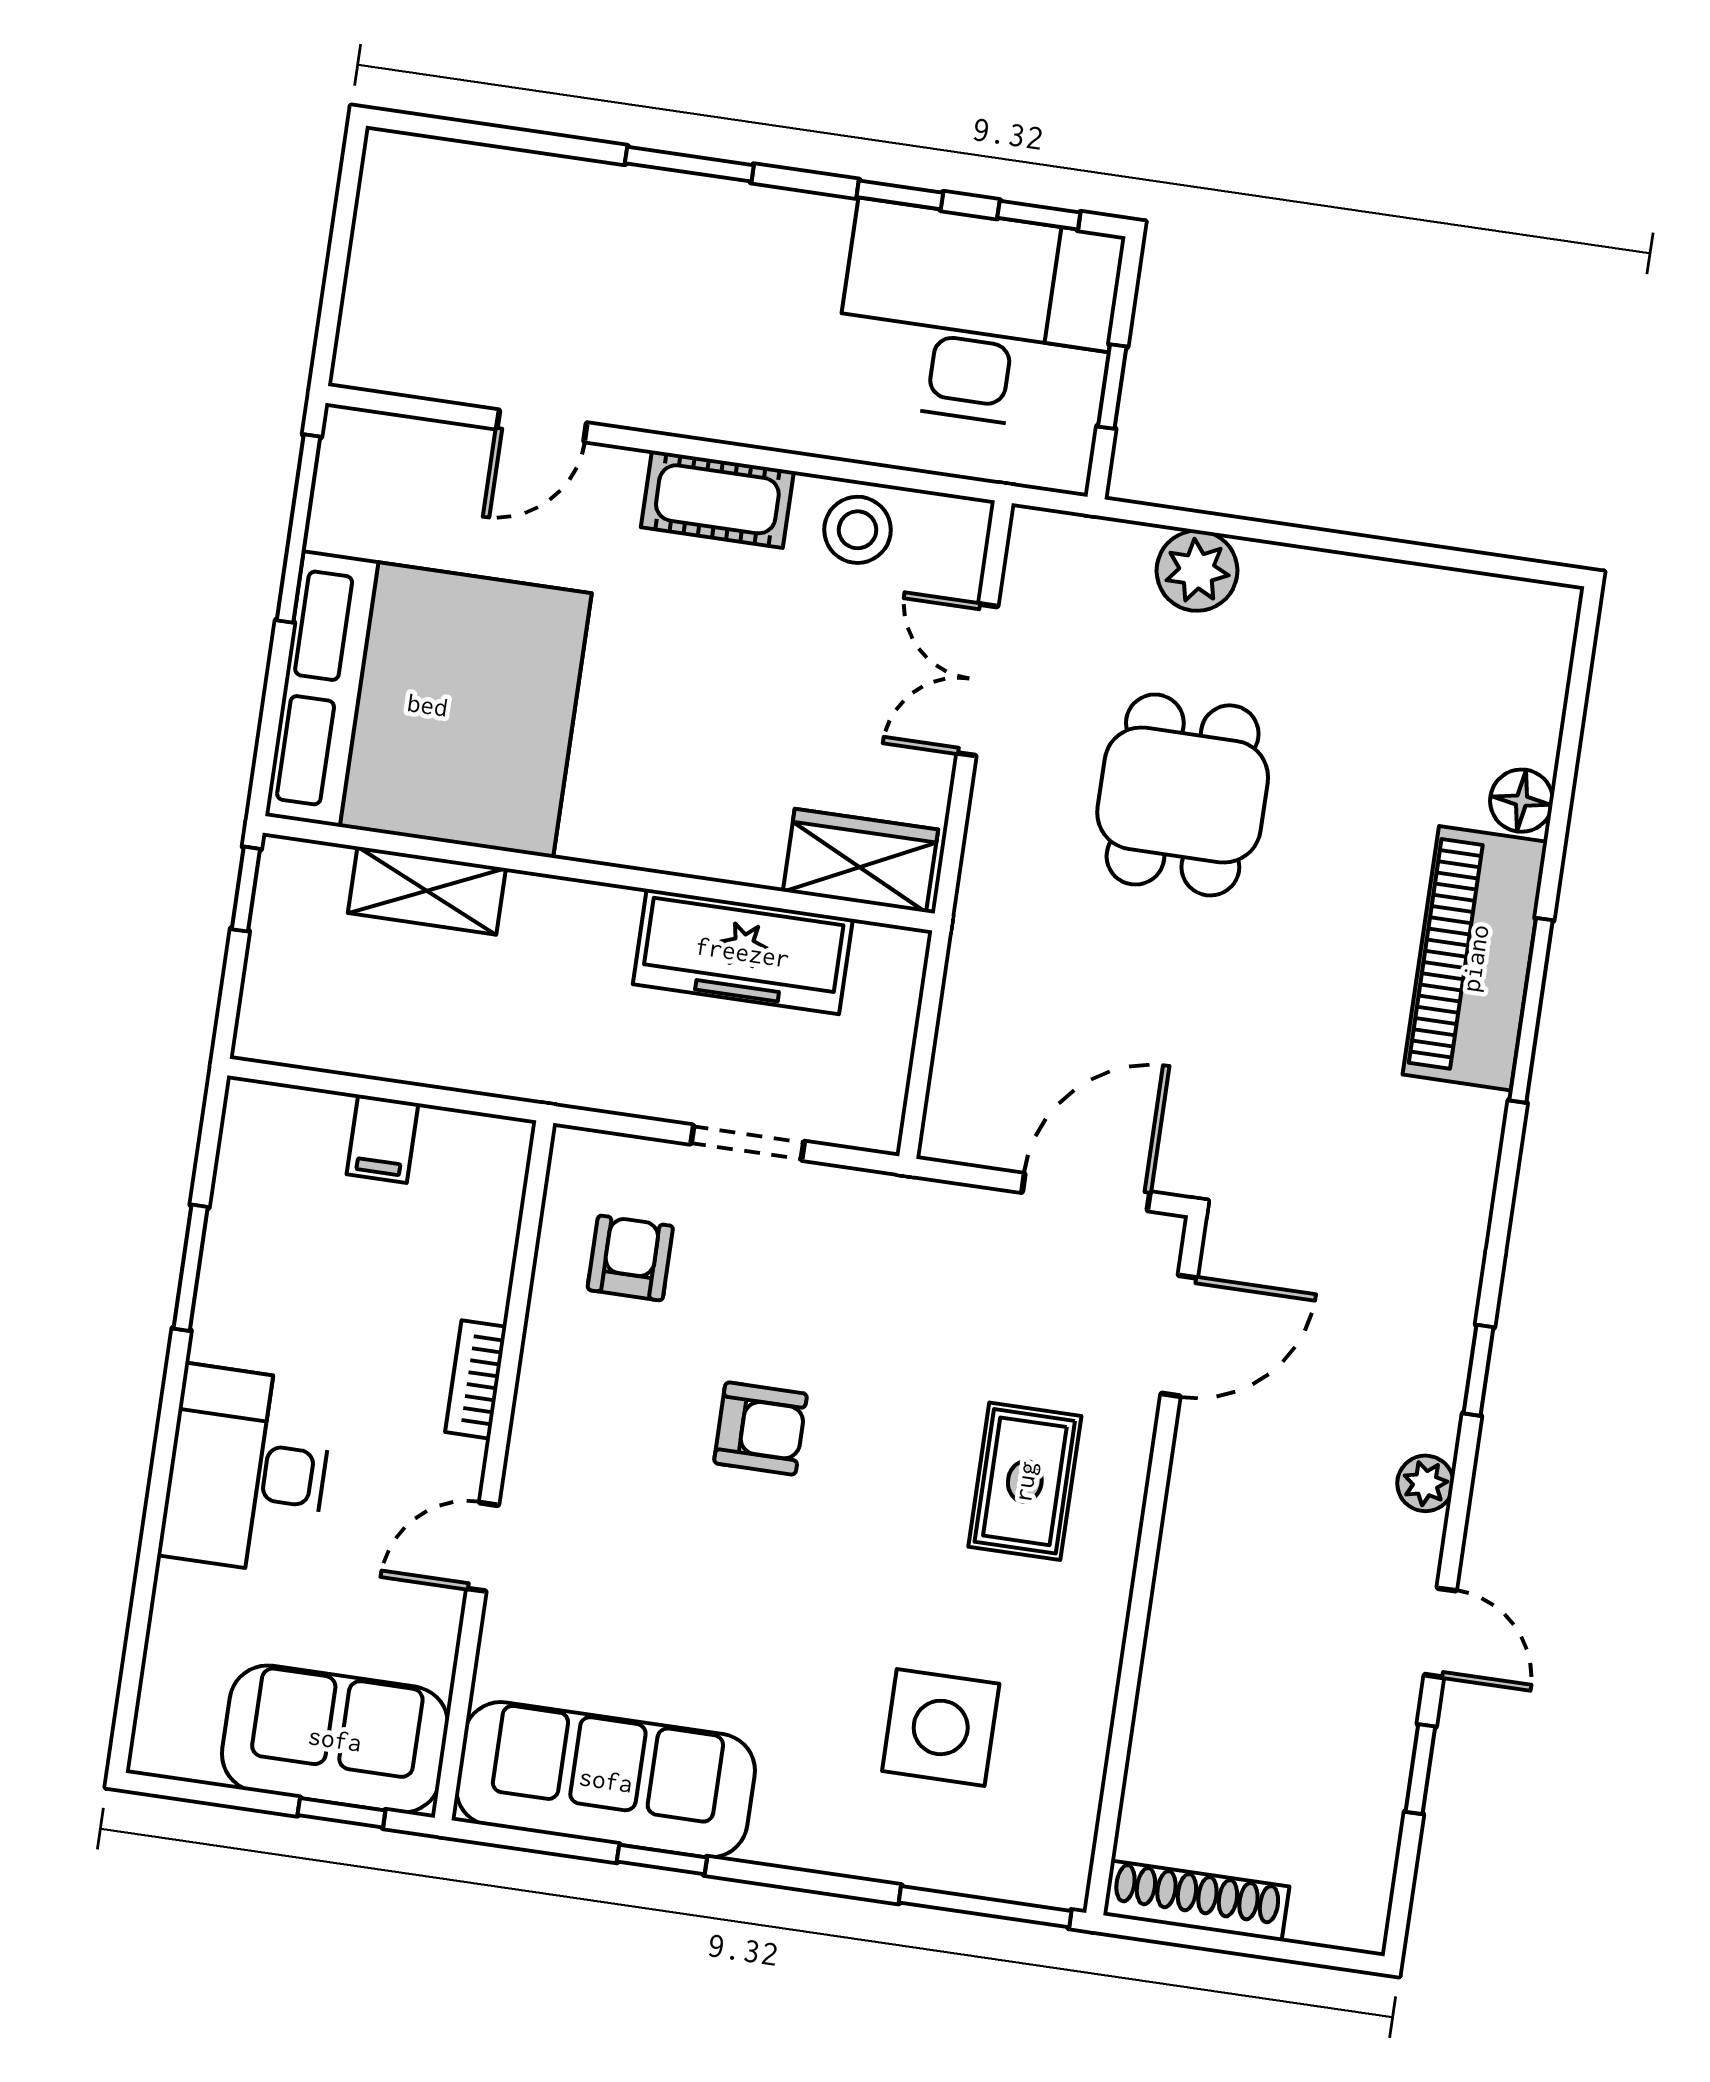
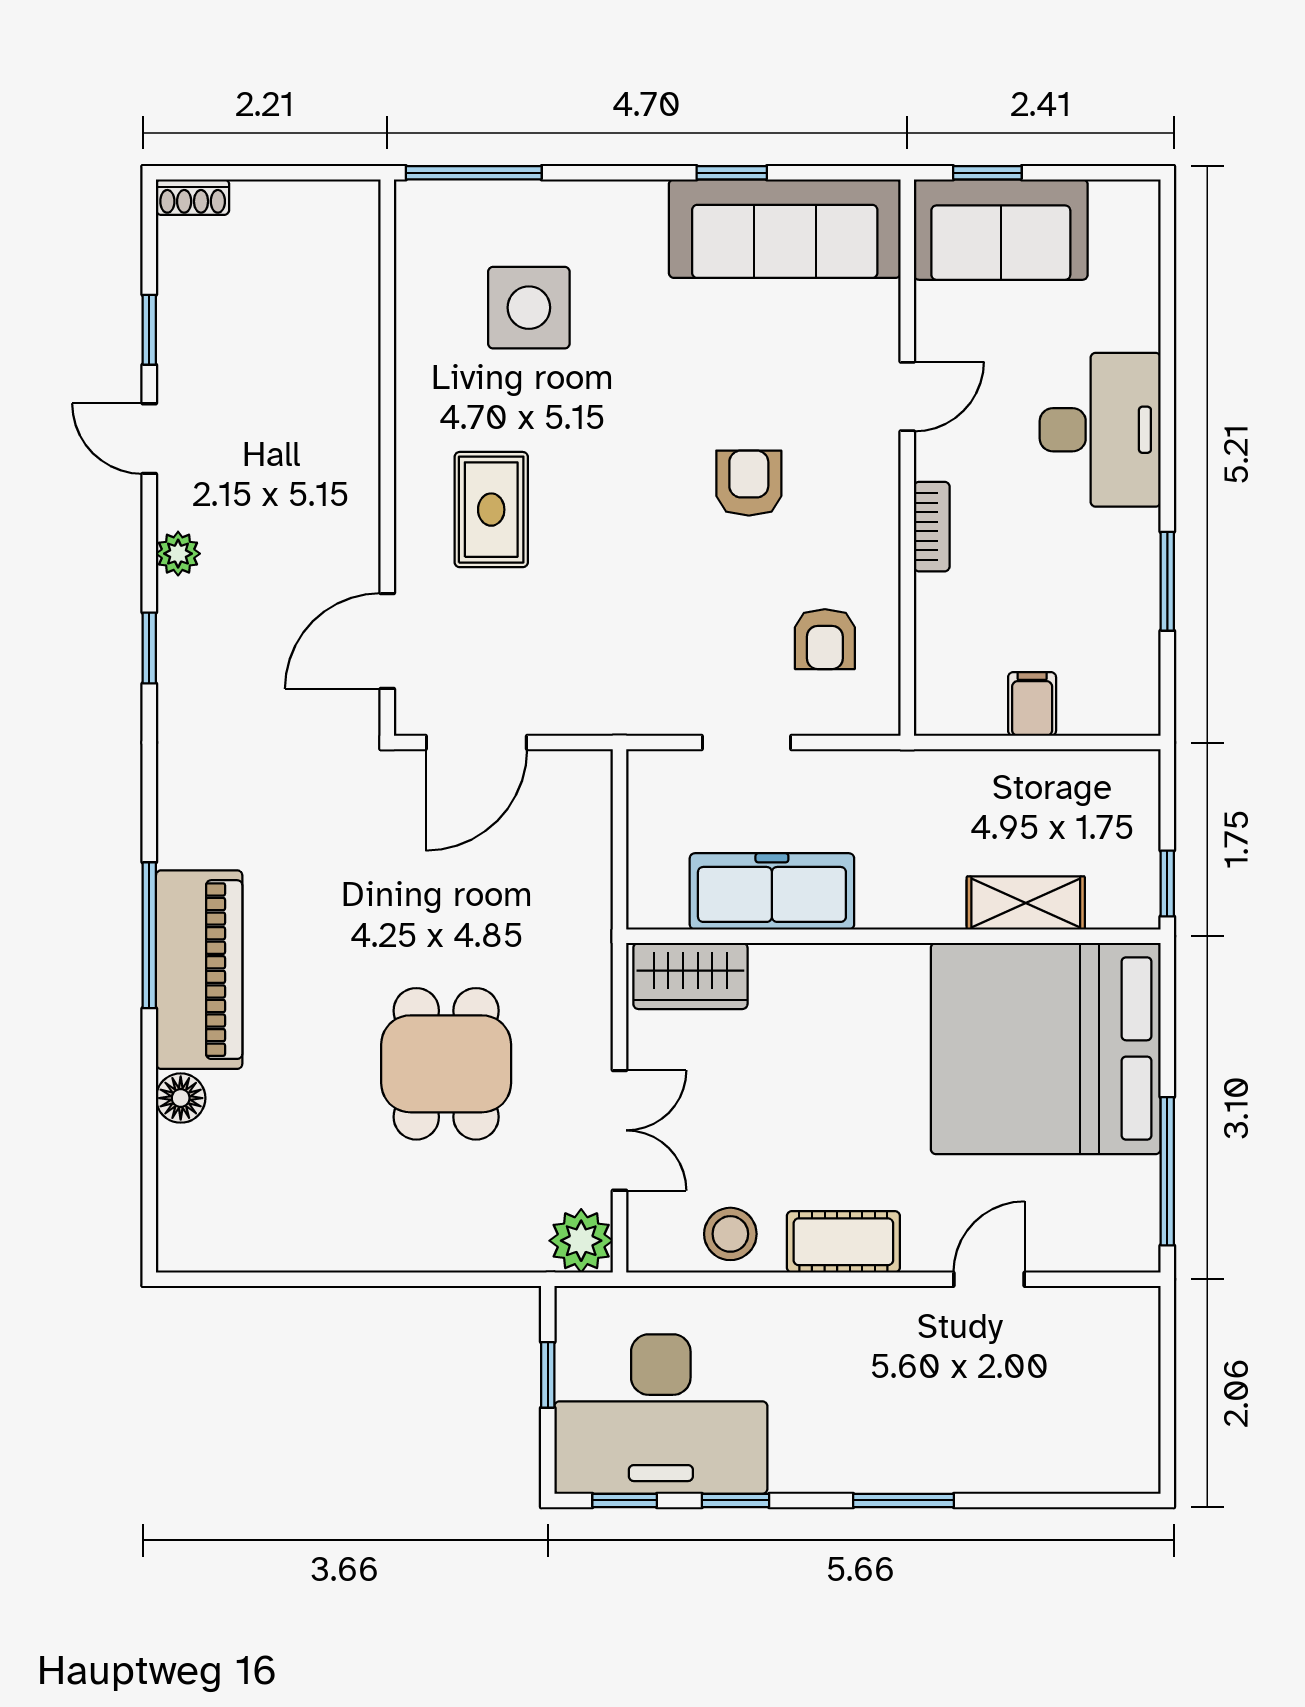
plant: (1197, 571) -> (581, 1241), moved
armchair: (760, 1428) -> (749, 483), moved, turned 90
shoe rack: (1196, 1901) -> (193, 197), moved, width x0.51, depth x0.81

